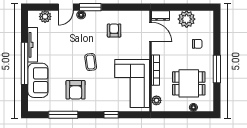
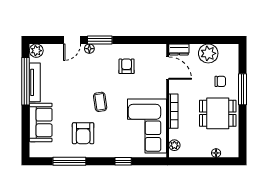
plant: (45, 17) -> (36, 51), moved
window: (25, 63) -> (26, 81), moved
window: (217, 69) -> (243, 89), moved
dining table: (189, 83) -> (218, 113), moved

